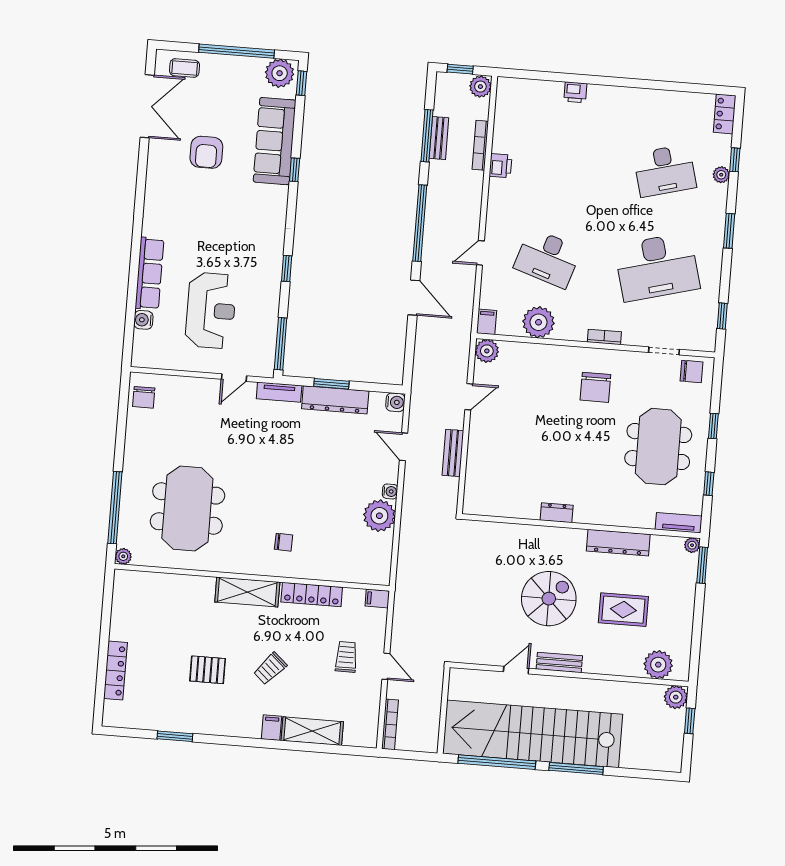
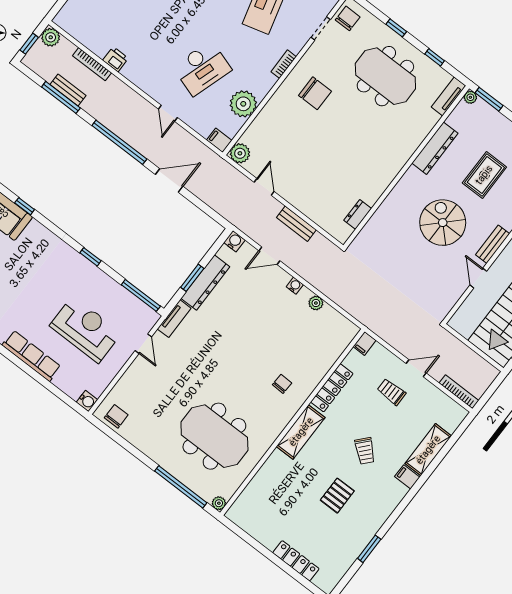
water cooler: (143, 320) -> (87, 401), moved, turned -90
chair: (144, 397) -> (116, 416), turned -90
dresser: (557, 513) -> (358, 214), moved
plant: (379, 516) -> (316, 303), width x0.53, depth x0.53

